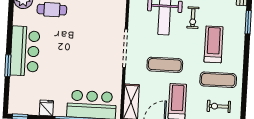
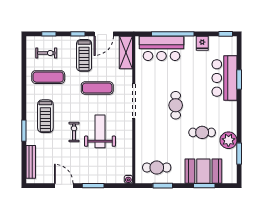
cafe table: (79, 41) -> (176, 105), added
treadmill: (214, 44) -> (45, 116), moved
bar counter: (25, 51) -> (224, 78), moved

